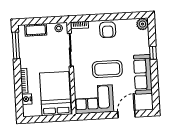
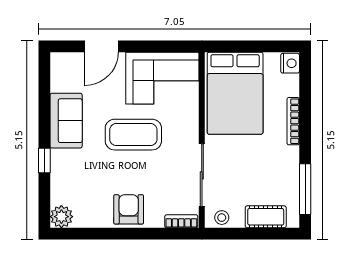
sofa: (143, 74) -> (66, 121), width x0.73
nightstand: (27, 99) -> (290, 63), moved

